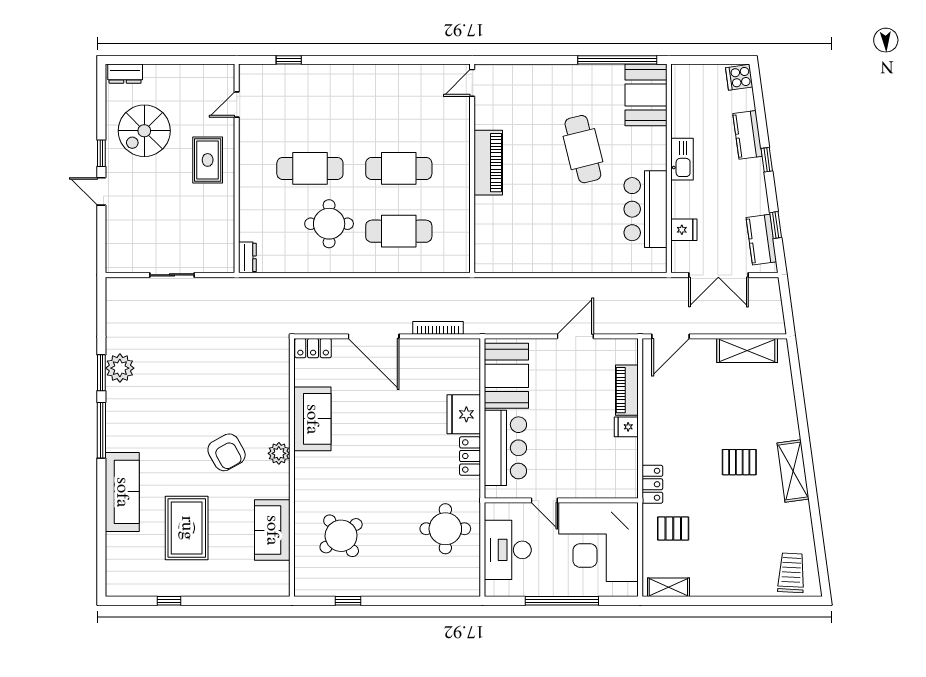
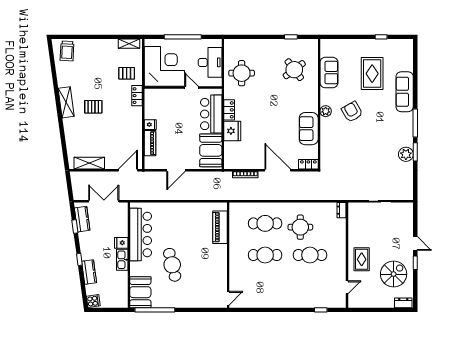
piano: (488, 163) -> (220, 227), moved
bar counter: (645, 209) -> (141, 234), width x1.36
fridge: (684, 230) -> (121, 243), moved

